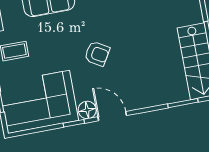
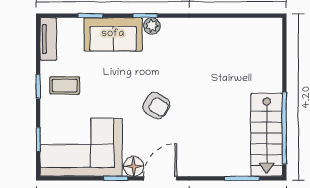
door: (112, 116) -> (160, 178), hinge flipped

